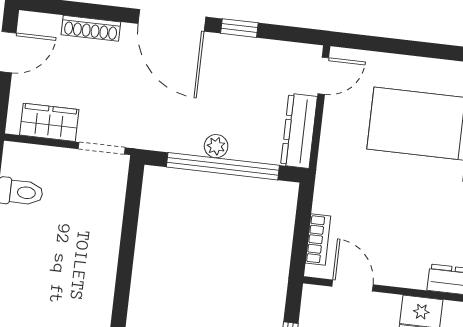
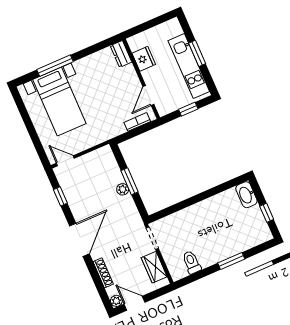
plant: (29, 23) -> (116, 301), added
window: (239, 28) -> (60, 196), moved
dresser: (299, 131) -> (95, 157), removed
window: (223, 166) -> (130, 181), width x0.47

